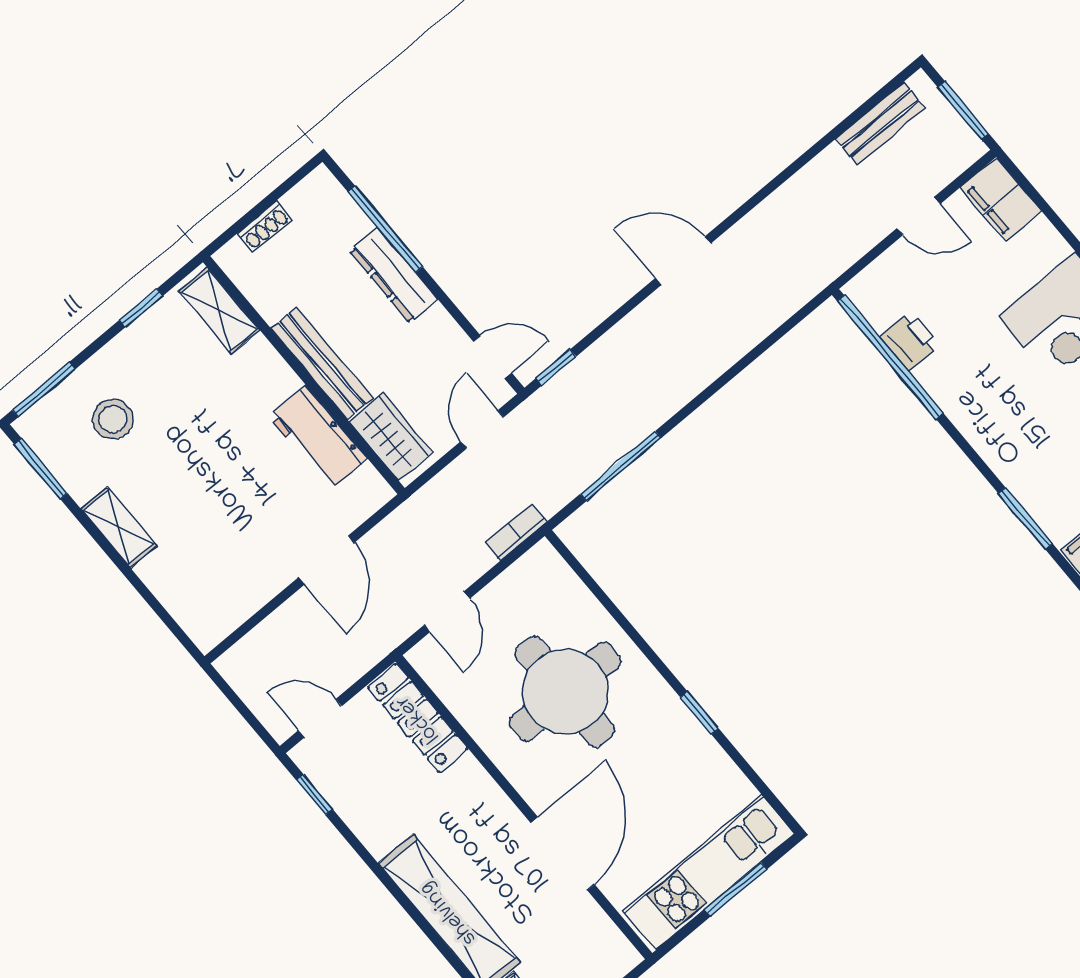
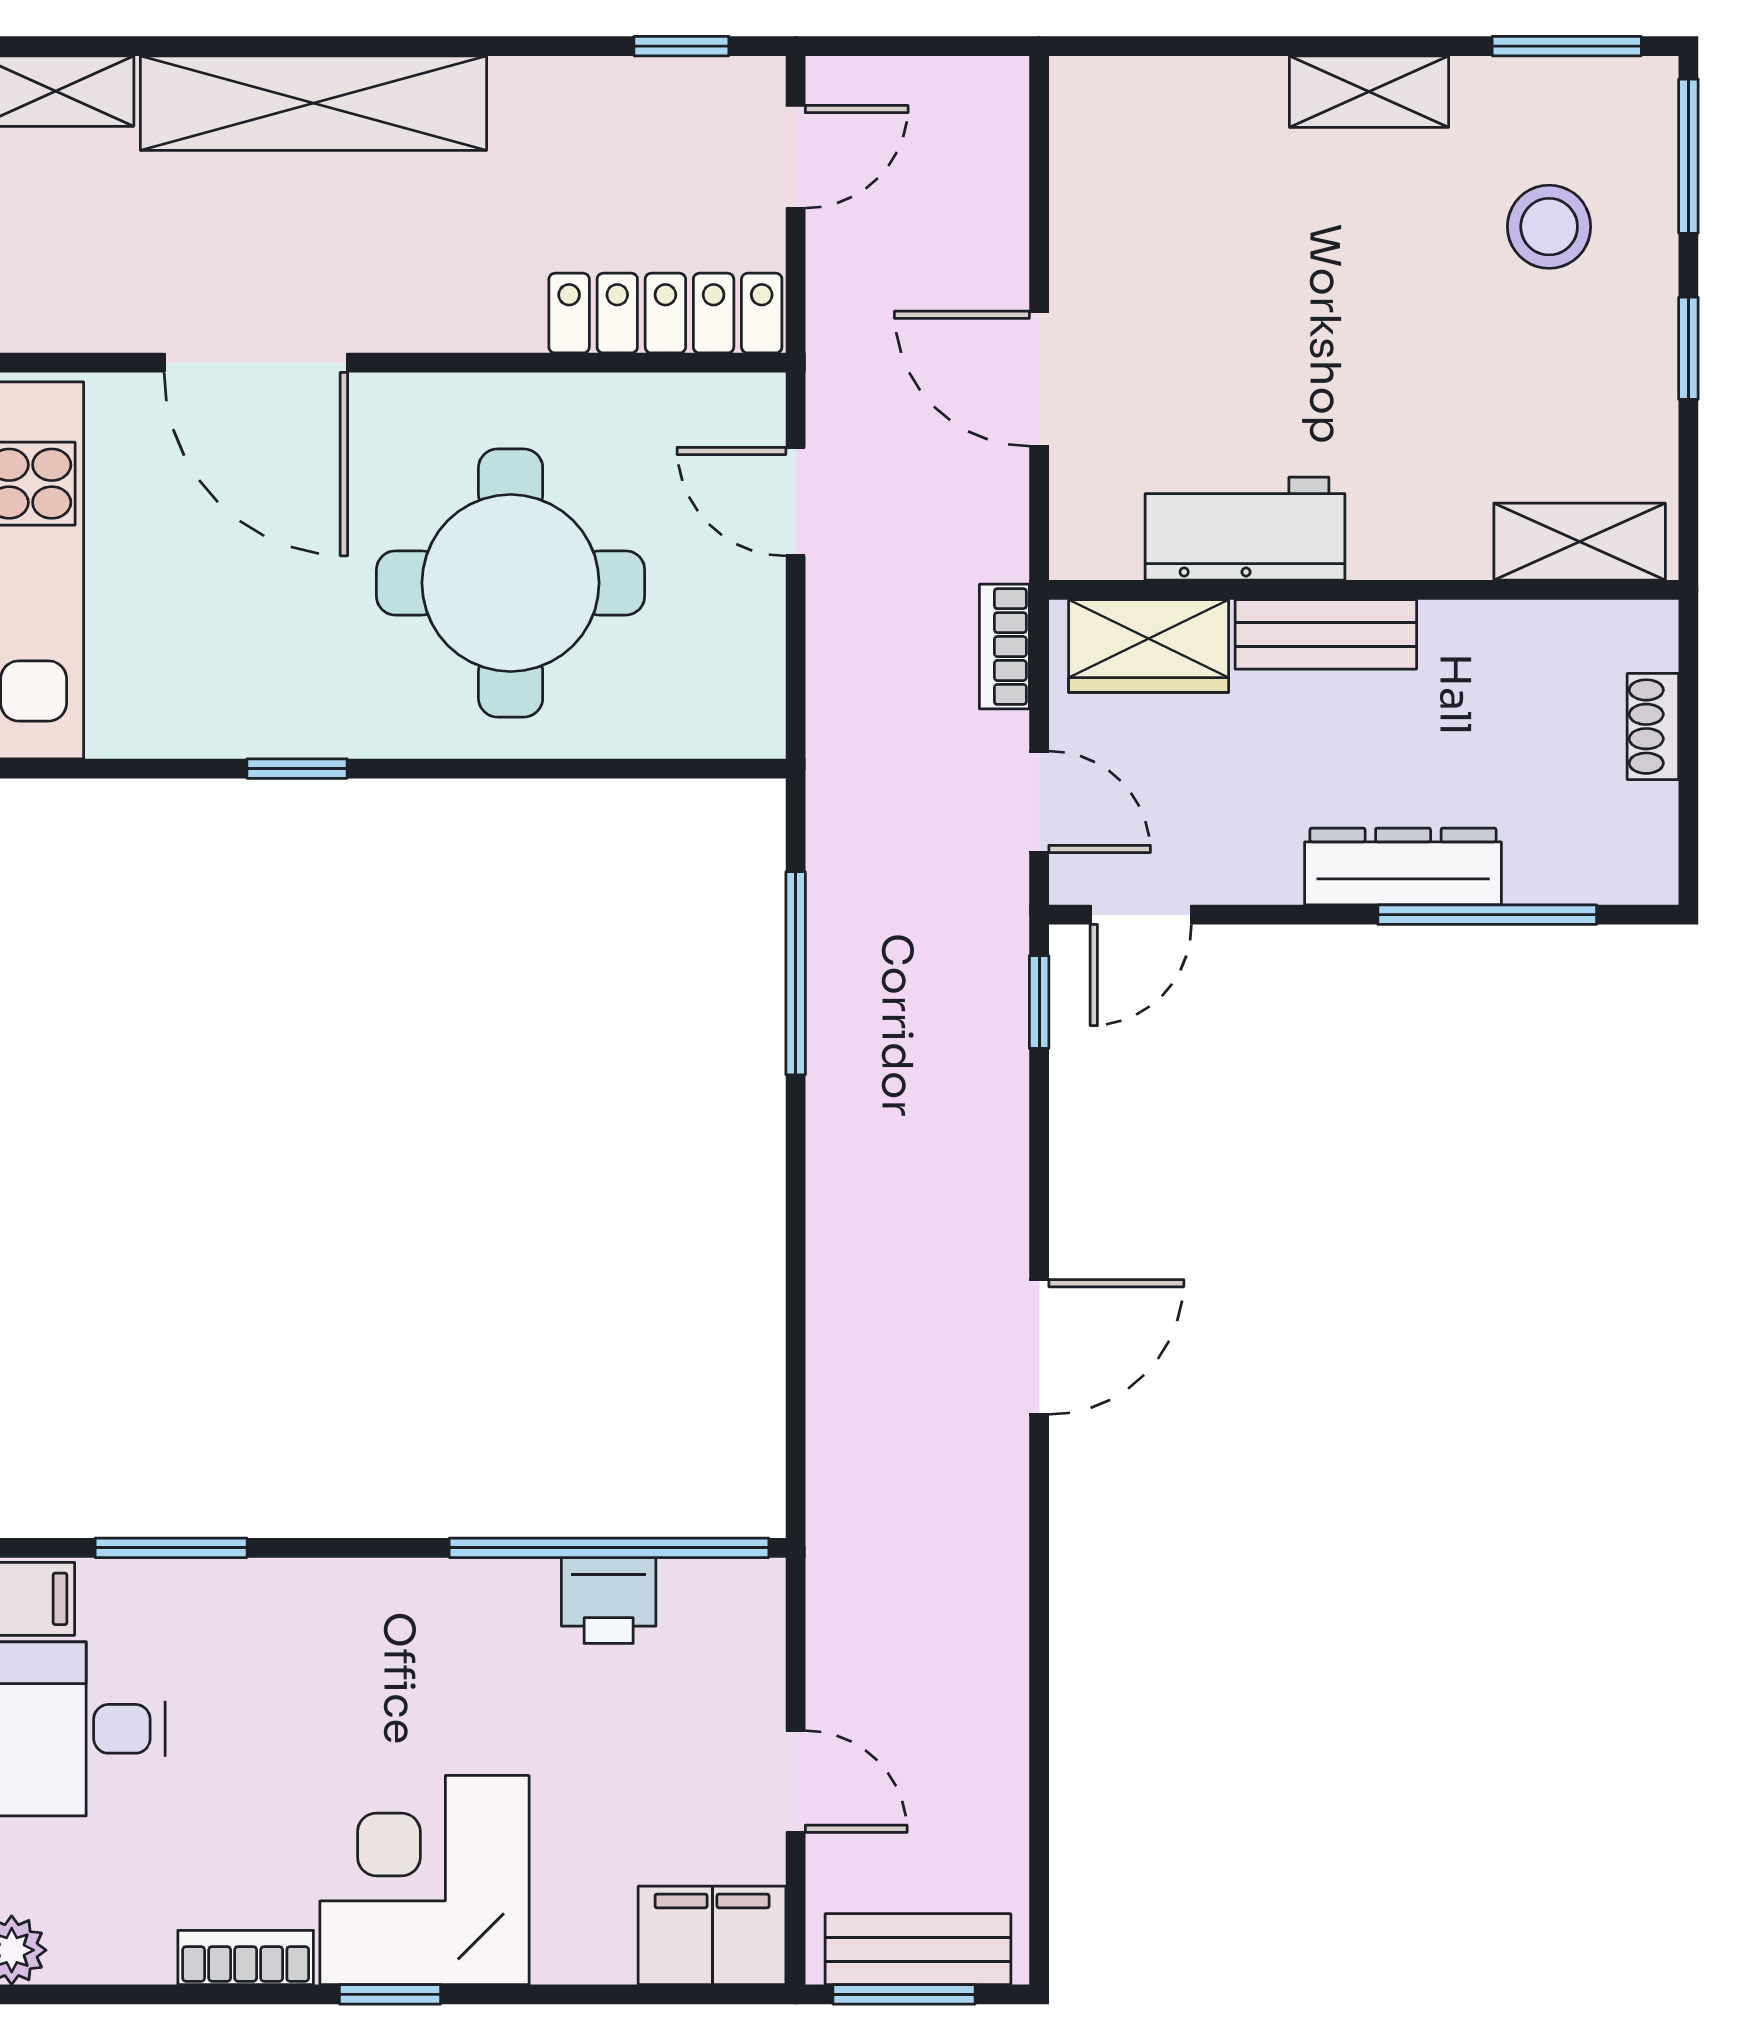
bench: (880, 124) -> (918, 1949), moved, turned 90
door: (918, 216) -> (796, 1781), swing flipped
window: (141, 308) -> (1688, 348), moved
bench: (322, 363) -> (1326, 634), width x0.73
bookcase: (516, 532) -> (1004, 647), moved, turned 180

